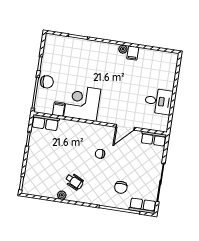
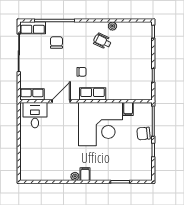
filing cabinet: (133, 53) -> (85, 174), moved
desk: (159, 101) -> (35, 115), moved, turned 90
corner desk: (82, 103) -> (100, 124), width x1.36, depth x1.36
row of seats: (45, 123) -> (93, 94), moved

